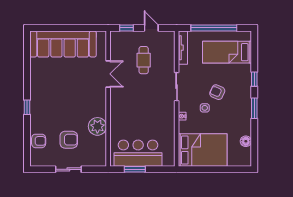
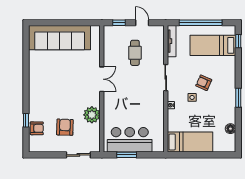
double door: (108, 74) -> (102, 79), moved
window: (254, 79) -> (238, 41), moved
window: (27, 107) -> (26, 120), moved
armchair: (69, 140) -> (65, 127), turned -88
bed: (203, 150) -> (190, 142), width x0.67
sliding door: (68, 169) -> (78, 155), moved

